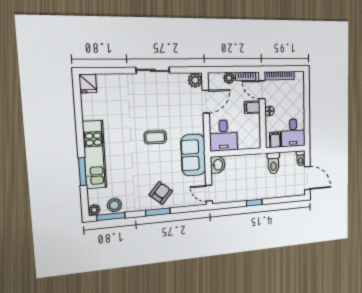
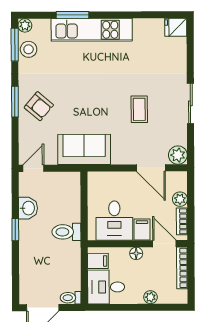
door: (262, 90) -> (164, 244), hinge flipped
plant: (300, 99) -> (150, 297), added
desk: (223, 135) -> (114, 221), moved, turned -90
coffee table: (155, 137) -> (139, 109), moved
toilet: (273, 163) -> (66, 232), moved
washbasin: (218, 165) -> (28, 208), moved, turned -90

